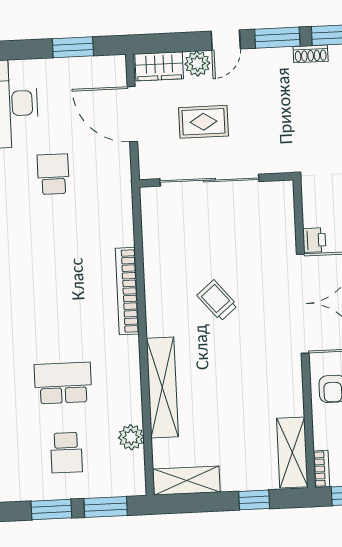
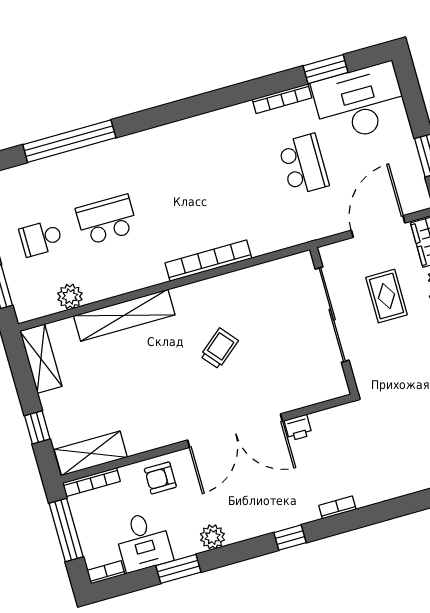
school desk: (53, 174) -> (303, 164), width x1.85
school desk: (63, 383) -> (107, 220), turned -90
bookcase: (321, 469) -> (91, 482), width x1.56

